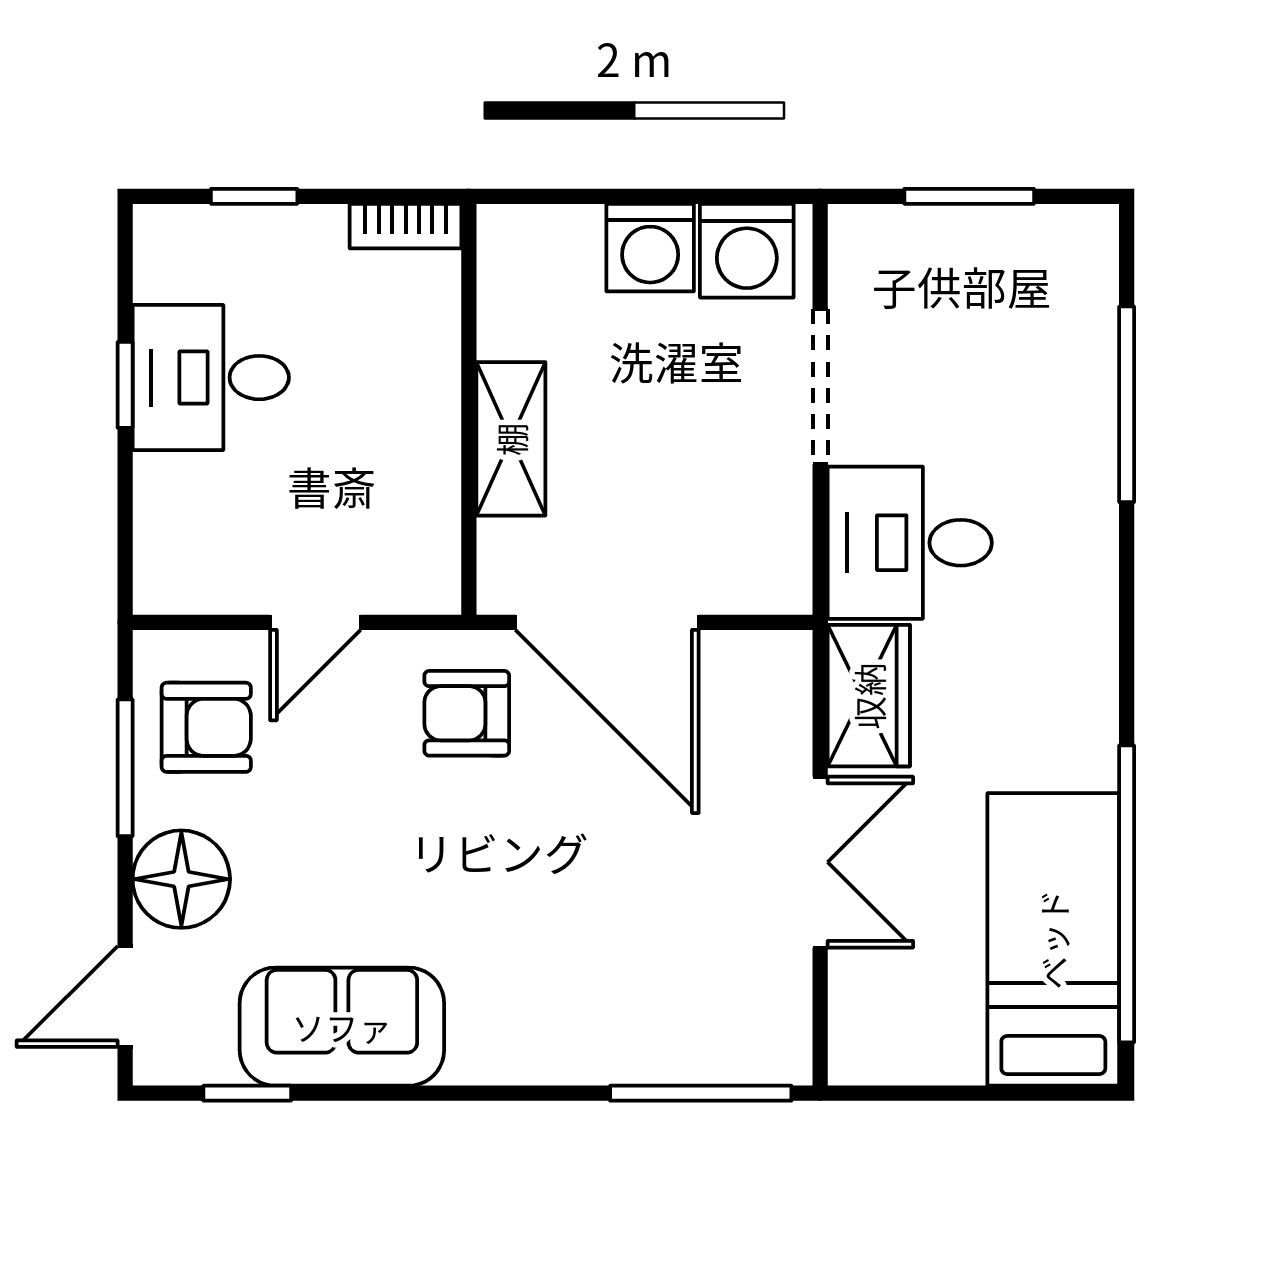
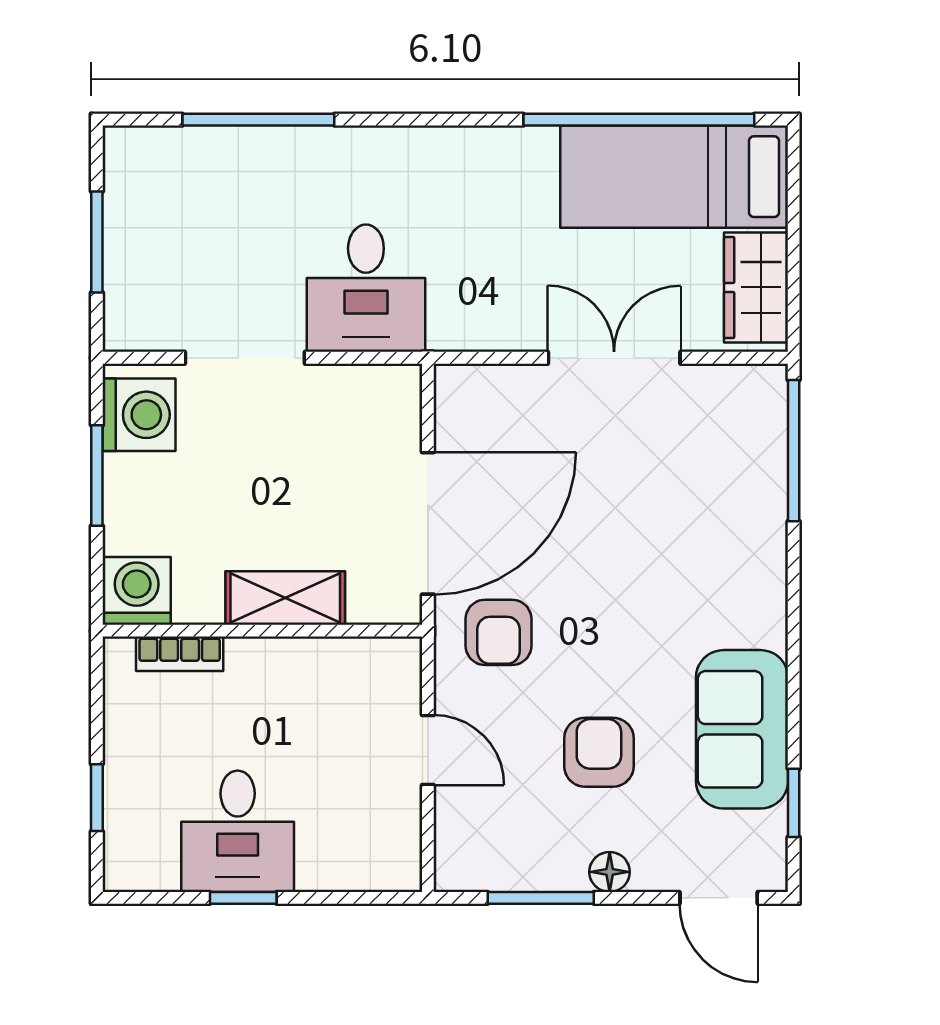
window: (669, 196) -> (97, 475), added
bookcase: (406, 226) -> (180, 654), moved, turned 90
washing machine: (650, 248) -> (137, 591), moved, turned -90
wardrobe: (869, 696) -> (756, 287), moved, turned -90
armchair: (206, 727) -> (599, 752), moved
floor lamp: (181, 879) -> (610, 872), width x0.53, depth x0.53

